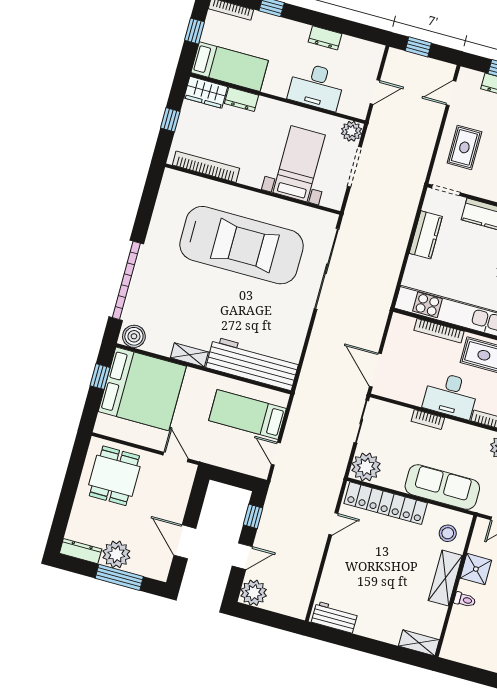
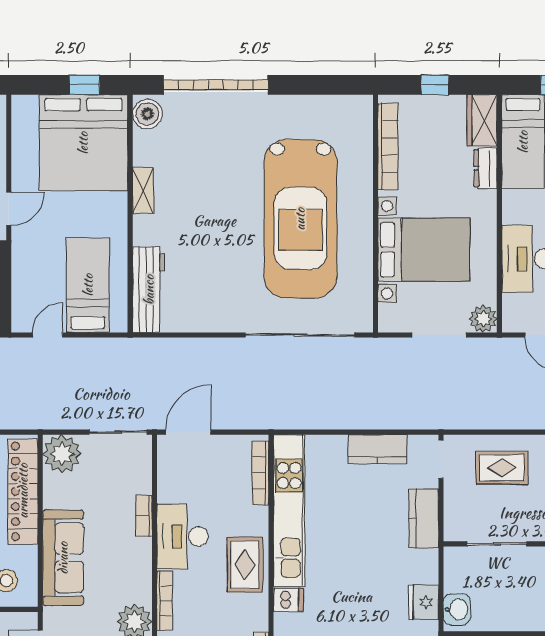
bed with nightstands: (299, 164) -> (424, 250), width x1.36
bookcase: (439, 331) -> (260, 473), moved
workbench: (253, 364) -> (149, 290), width x0.73, depth x0.76

